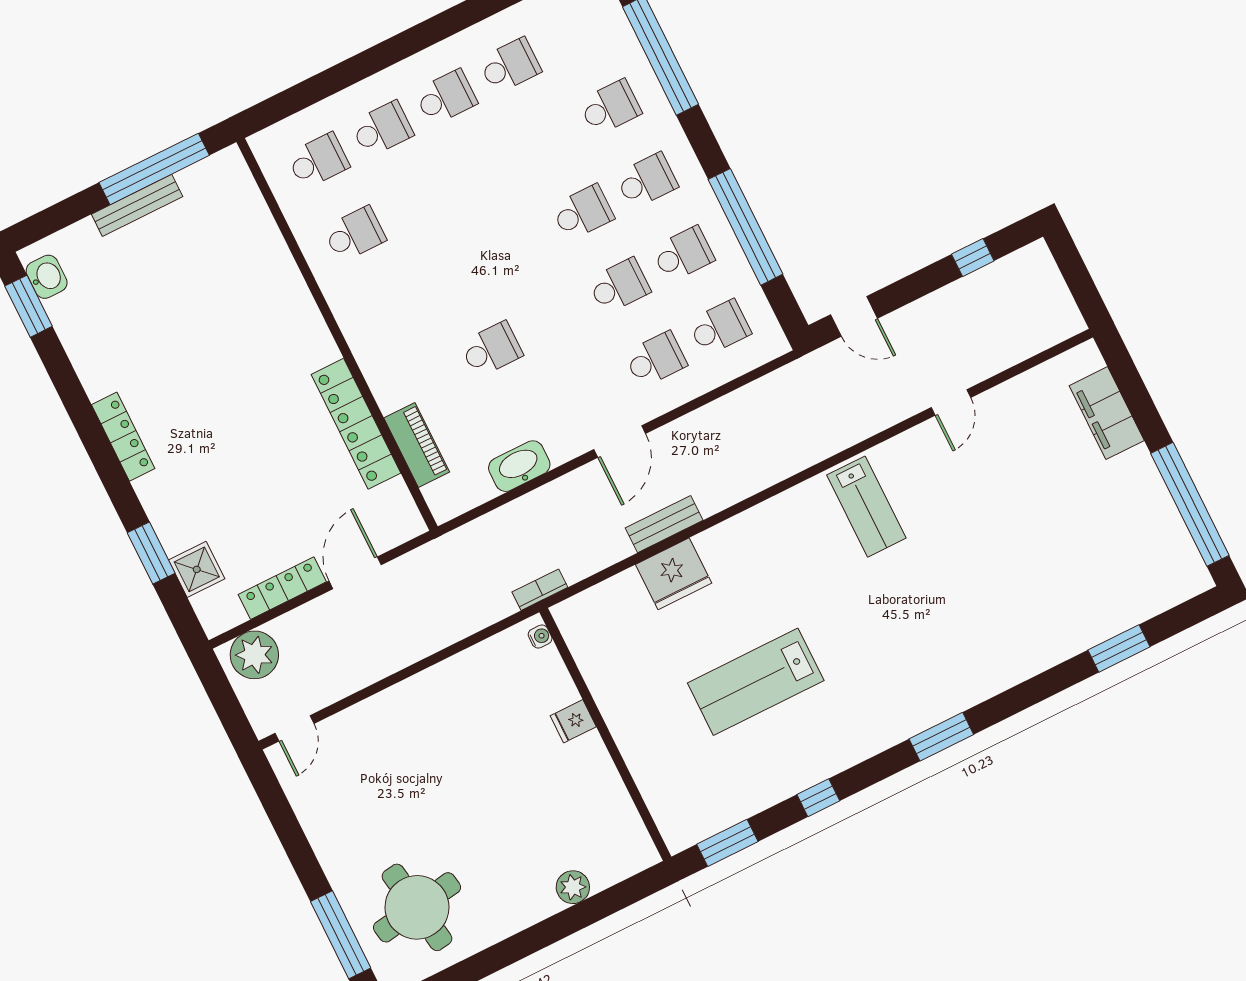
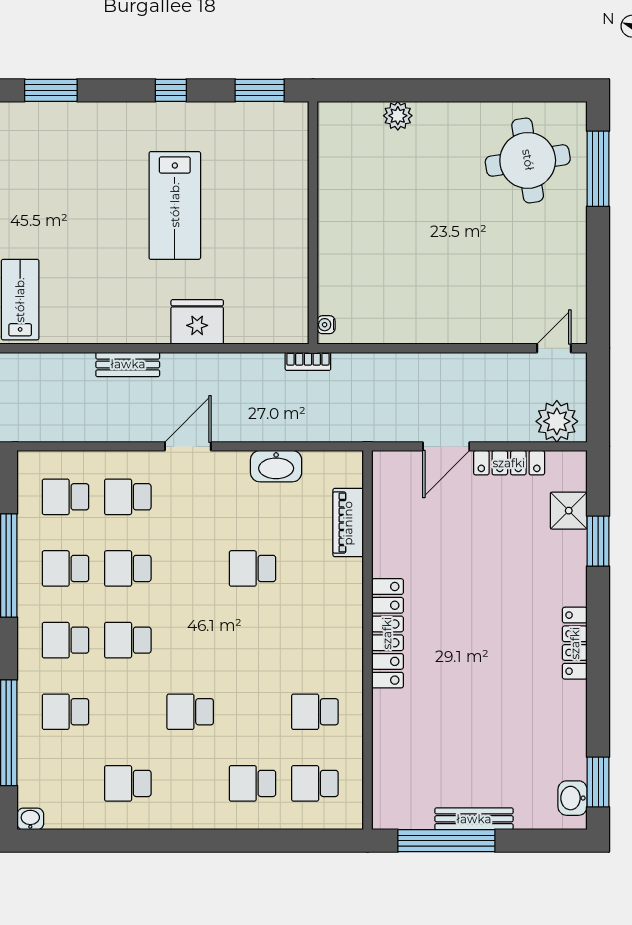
school desk: (446, 97) -> (190, 712), moved
locker: (356, 424) -> (387, 633), moved
bench: (664, 524) -> (128, 364), moved
lab bench: (756, 682) -> (175, 205), turned 90
fridge: (573, 721) -> (333, 245), removed

